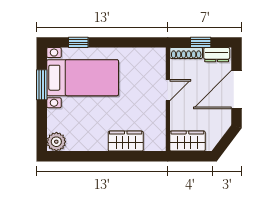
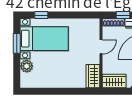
wardrobe: (126, 141) -> (93, 76), moved, turned -90
plant: (56, 142) -> (27, 66), moved

